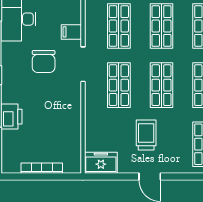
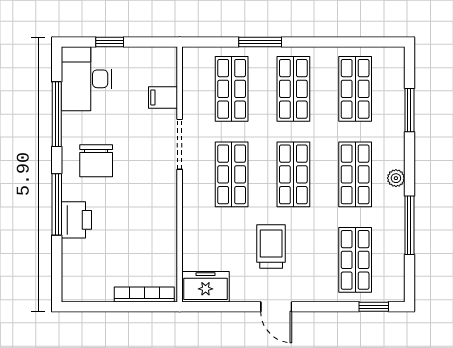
chair: (44, 61) -> (96, 161), moved
bookcase: (42, 168) -> (144, 294), moved

